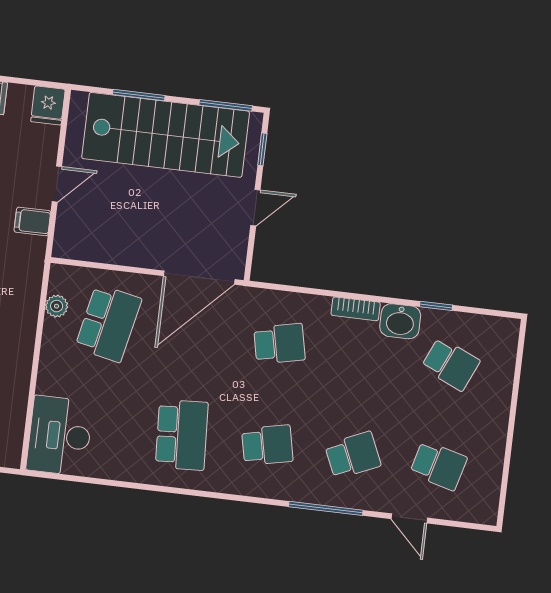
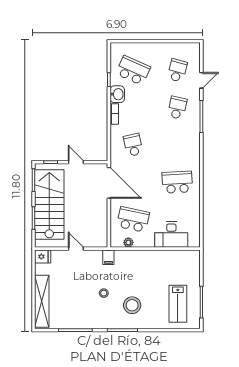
filing cabinet: (32, 221) -> (108, 257), moved
school desk: (451, 364) -> (133, 70), width x1.85
desk: (60, 436) -> (171, 235), moved
school desk: (267, 445) -> (177, 145), removed
school desk: (353, 455) -> (177, 108), turned 36

